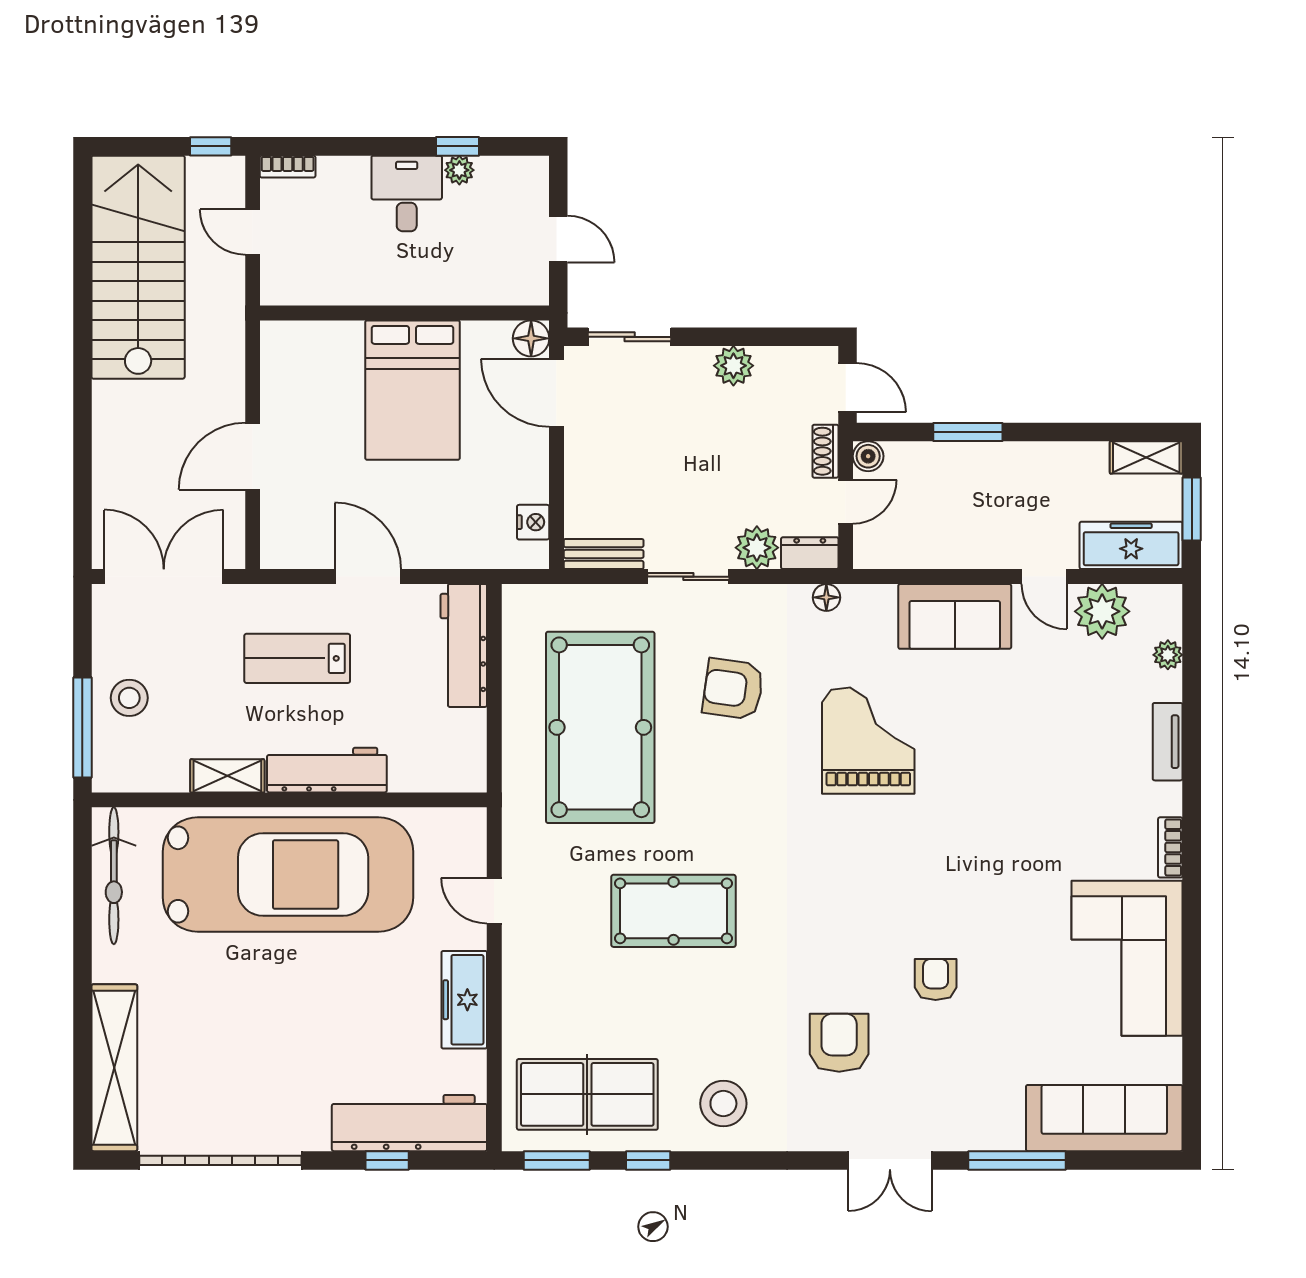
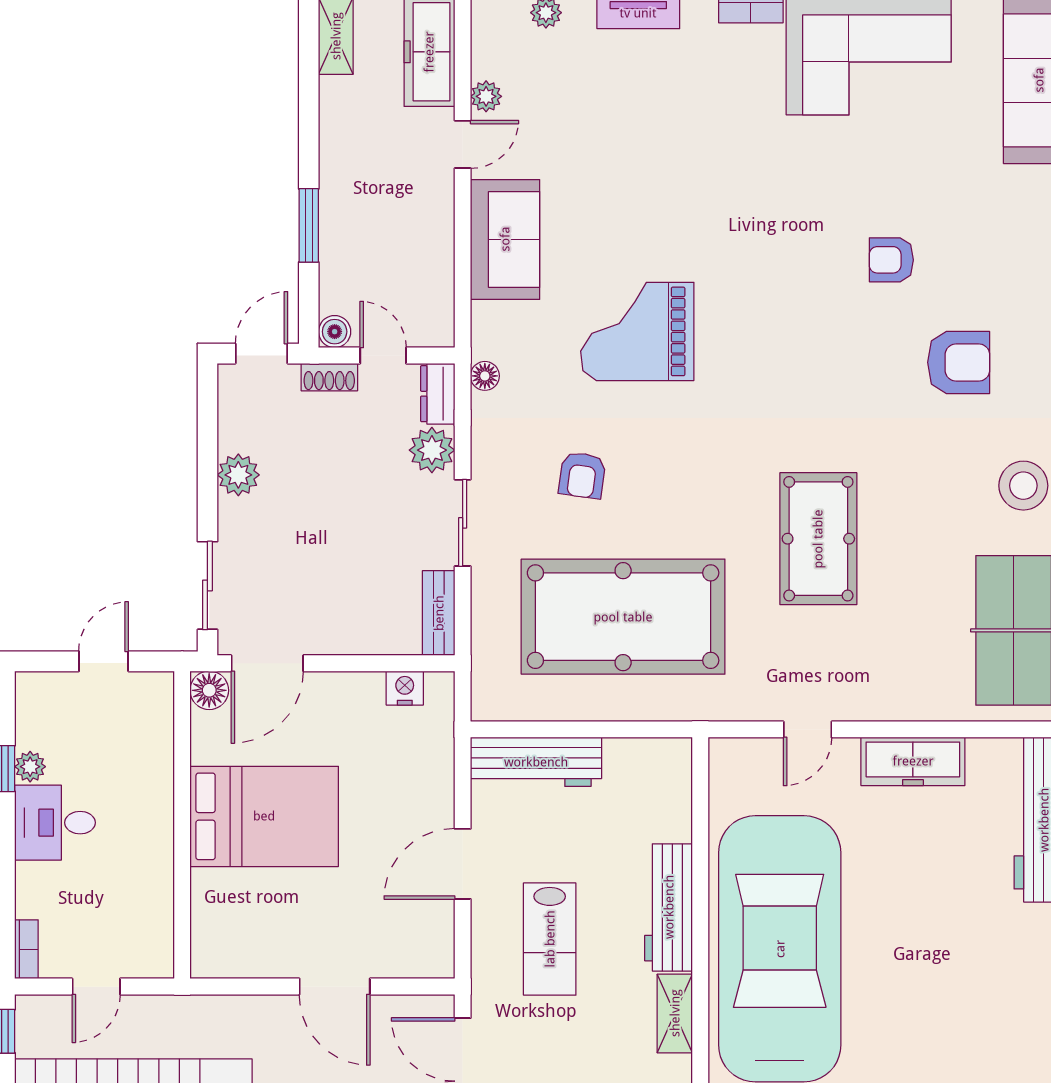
plant: (1102, 611) -> (486, 96), width x0.53, depth x0.53
armchair: (733, 689) -> (582, 475), width x0.72, depth x0.72
armchair: (839, 1043) -> (959, 362), turned 180

